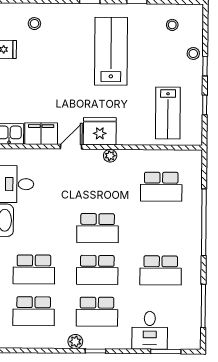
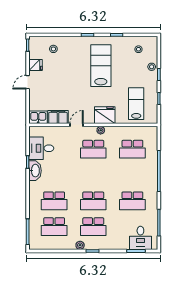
lab bench: (168, 113) -> (136, 104), turned 180
fridge: (100, 131) -> (105, 115), moved
school desk: (98, 228) -> (93, 149), moved
desk: (150, 330) -> (140, 238), moved

